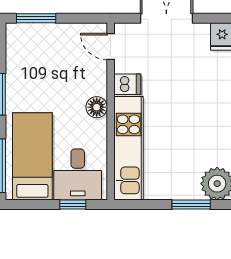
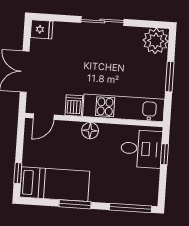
window: (36, 18) -> (18, 173), width x0.67
bed: (32, 156) -> (55, 184), moved, turned 180
window: (191, 205) -> (170, 77), moved

